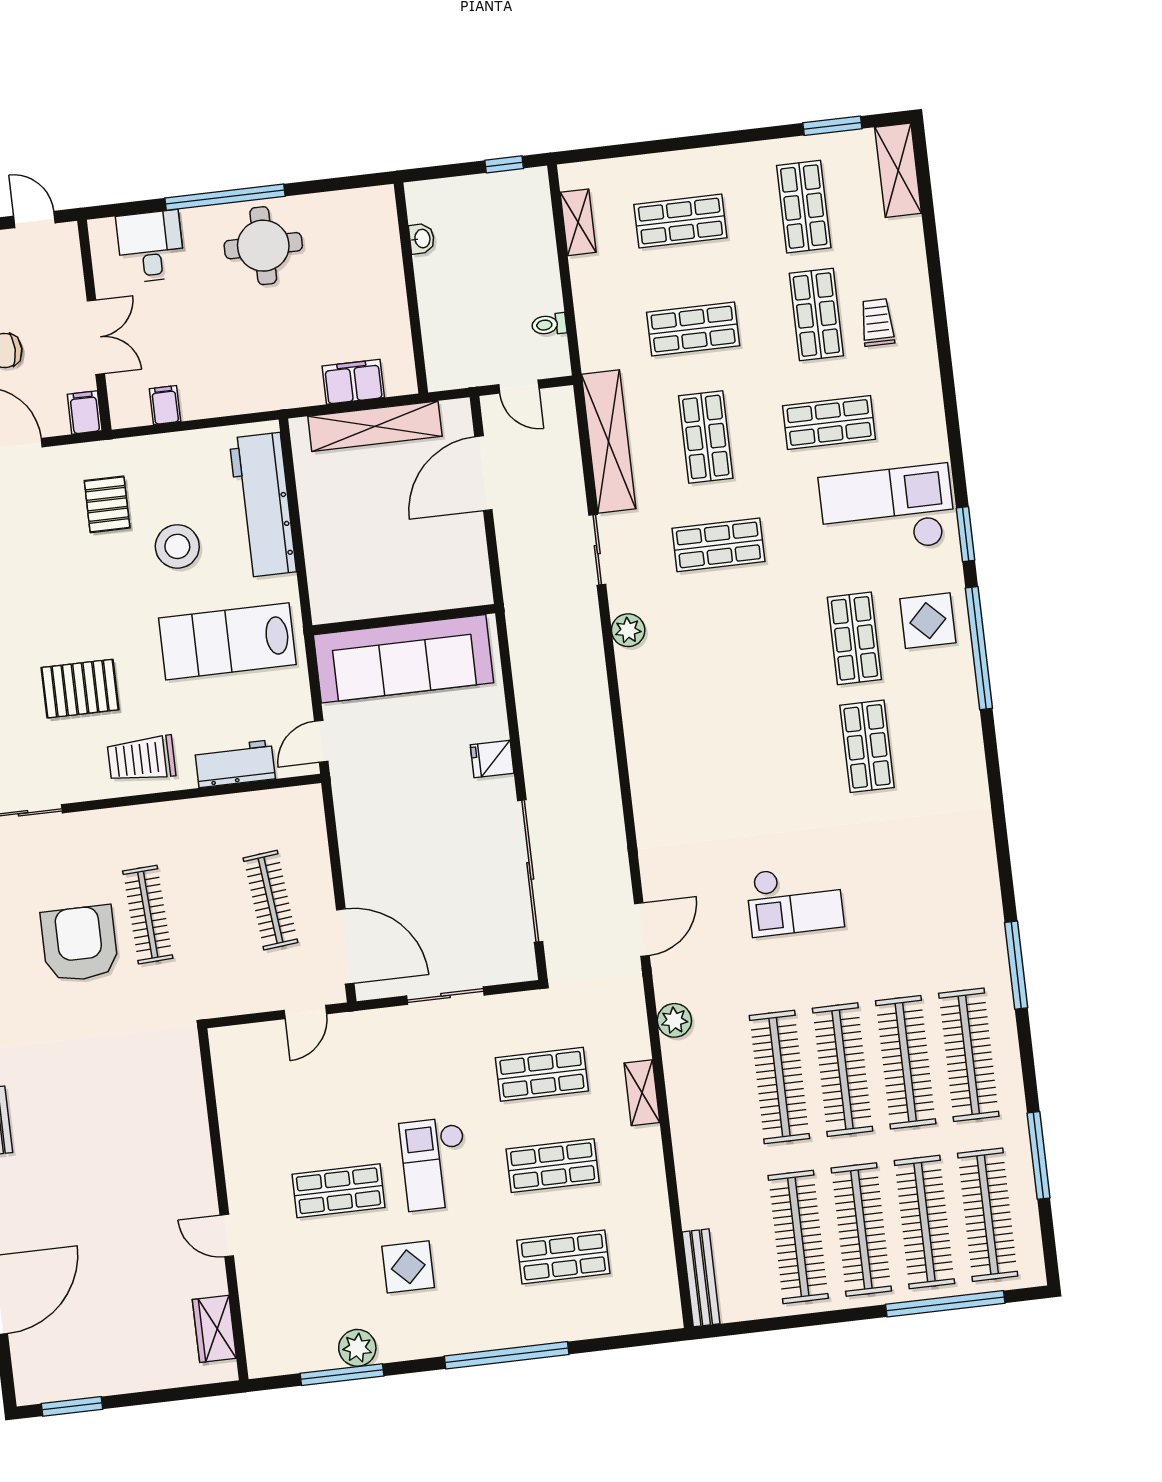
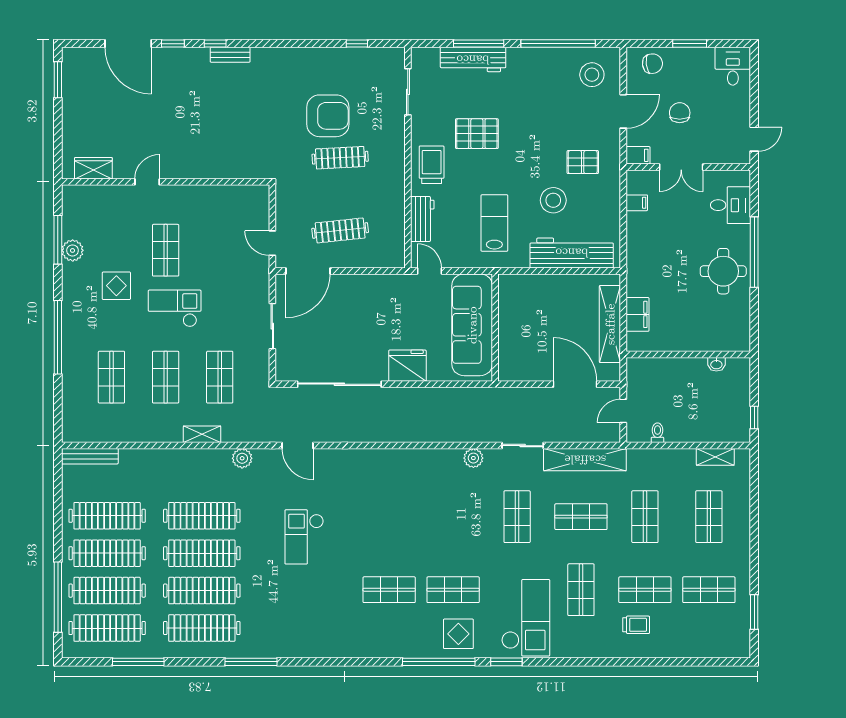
shelving: (898, 170) -> (724, 647), removed
lab bench: (227, 641) -> (494, 223), width x0.73, depth x0.72
pallet: (80, 689) -> (477, 134), turned 90
fridge: (492, 759) -> (407, 366), width x1.88, depth x1.34

